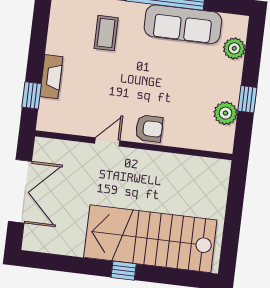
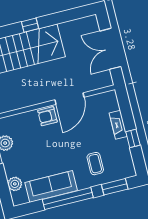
window: (32, 95) -> (133, 138), moved
door: (107, 142) -> (69, 99), width x1.87

